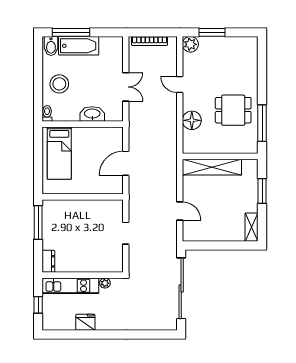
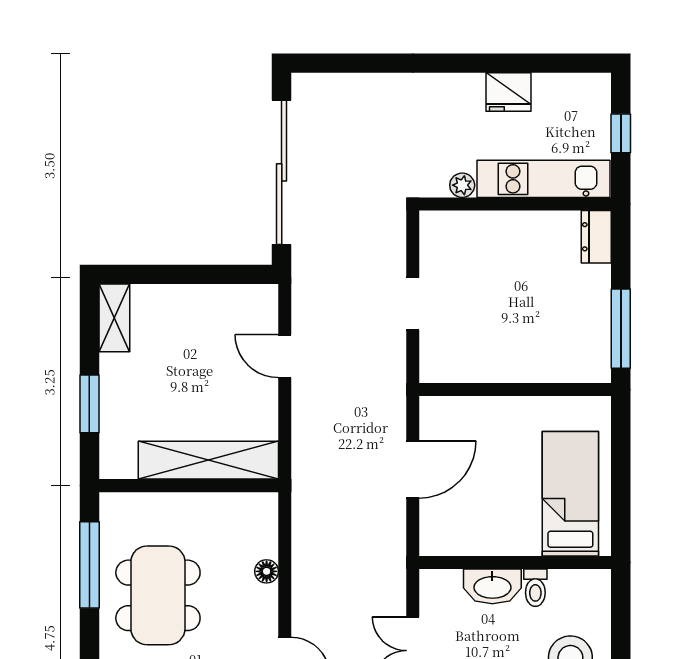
dining table: (233, 110) -> (158, 595), width x1.38
toilet: (47, 113) -> (535, 588), moved
floor lamp: (192, 120) -> (267, 571), width x0.53, depth x0.53

